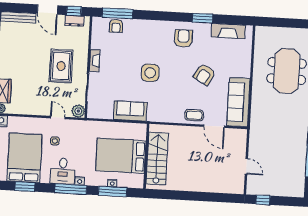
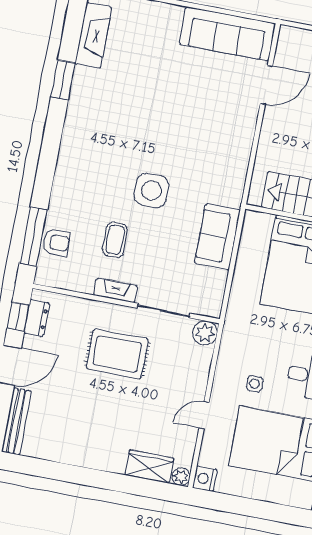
armchair: (183, 38) -> (96, 120), removed
armchair: (204, 74) -> (168, 90), removed
coffee table: (194, 115) -> (115, 240), moved
door: (58, 118) -> (204, 415), moved

